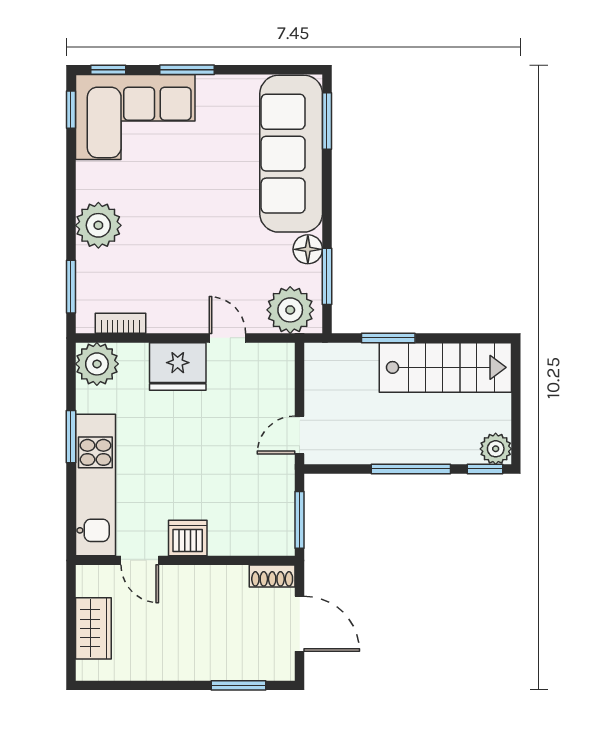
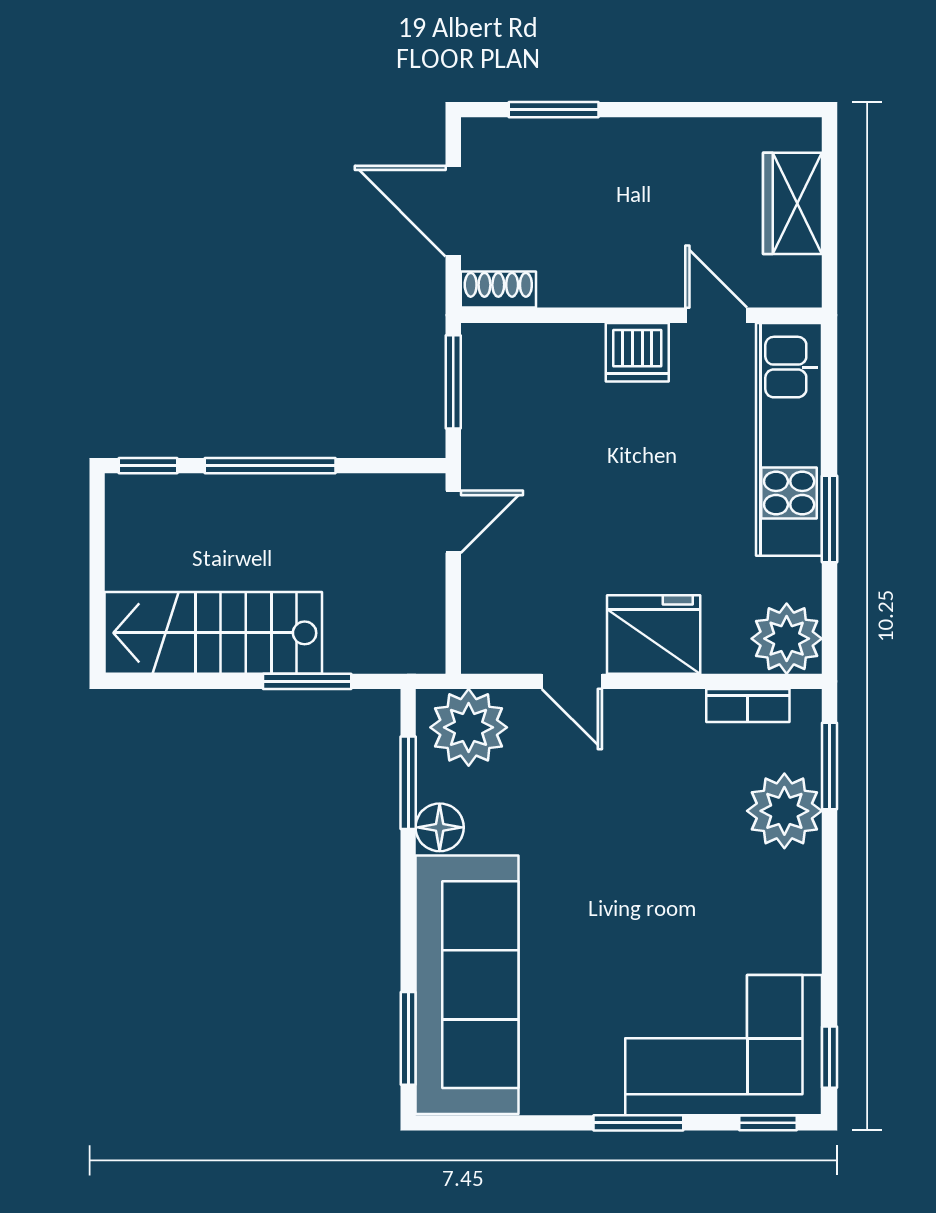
plant: (98, 225) -> (784, 811), moved
plant: (496, 449) -> (130, 499), removed

